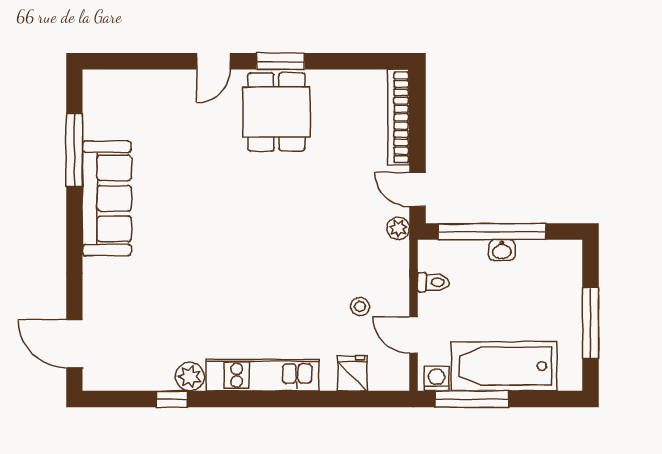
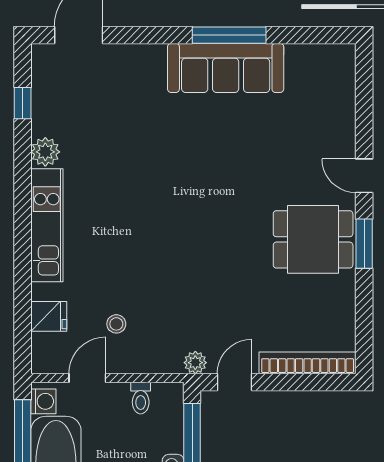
window: (74, 150) -> (229, 35), moved
window: (172, 399) -> (23, 103), moved

